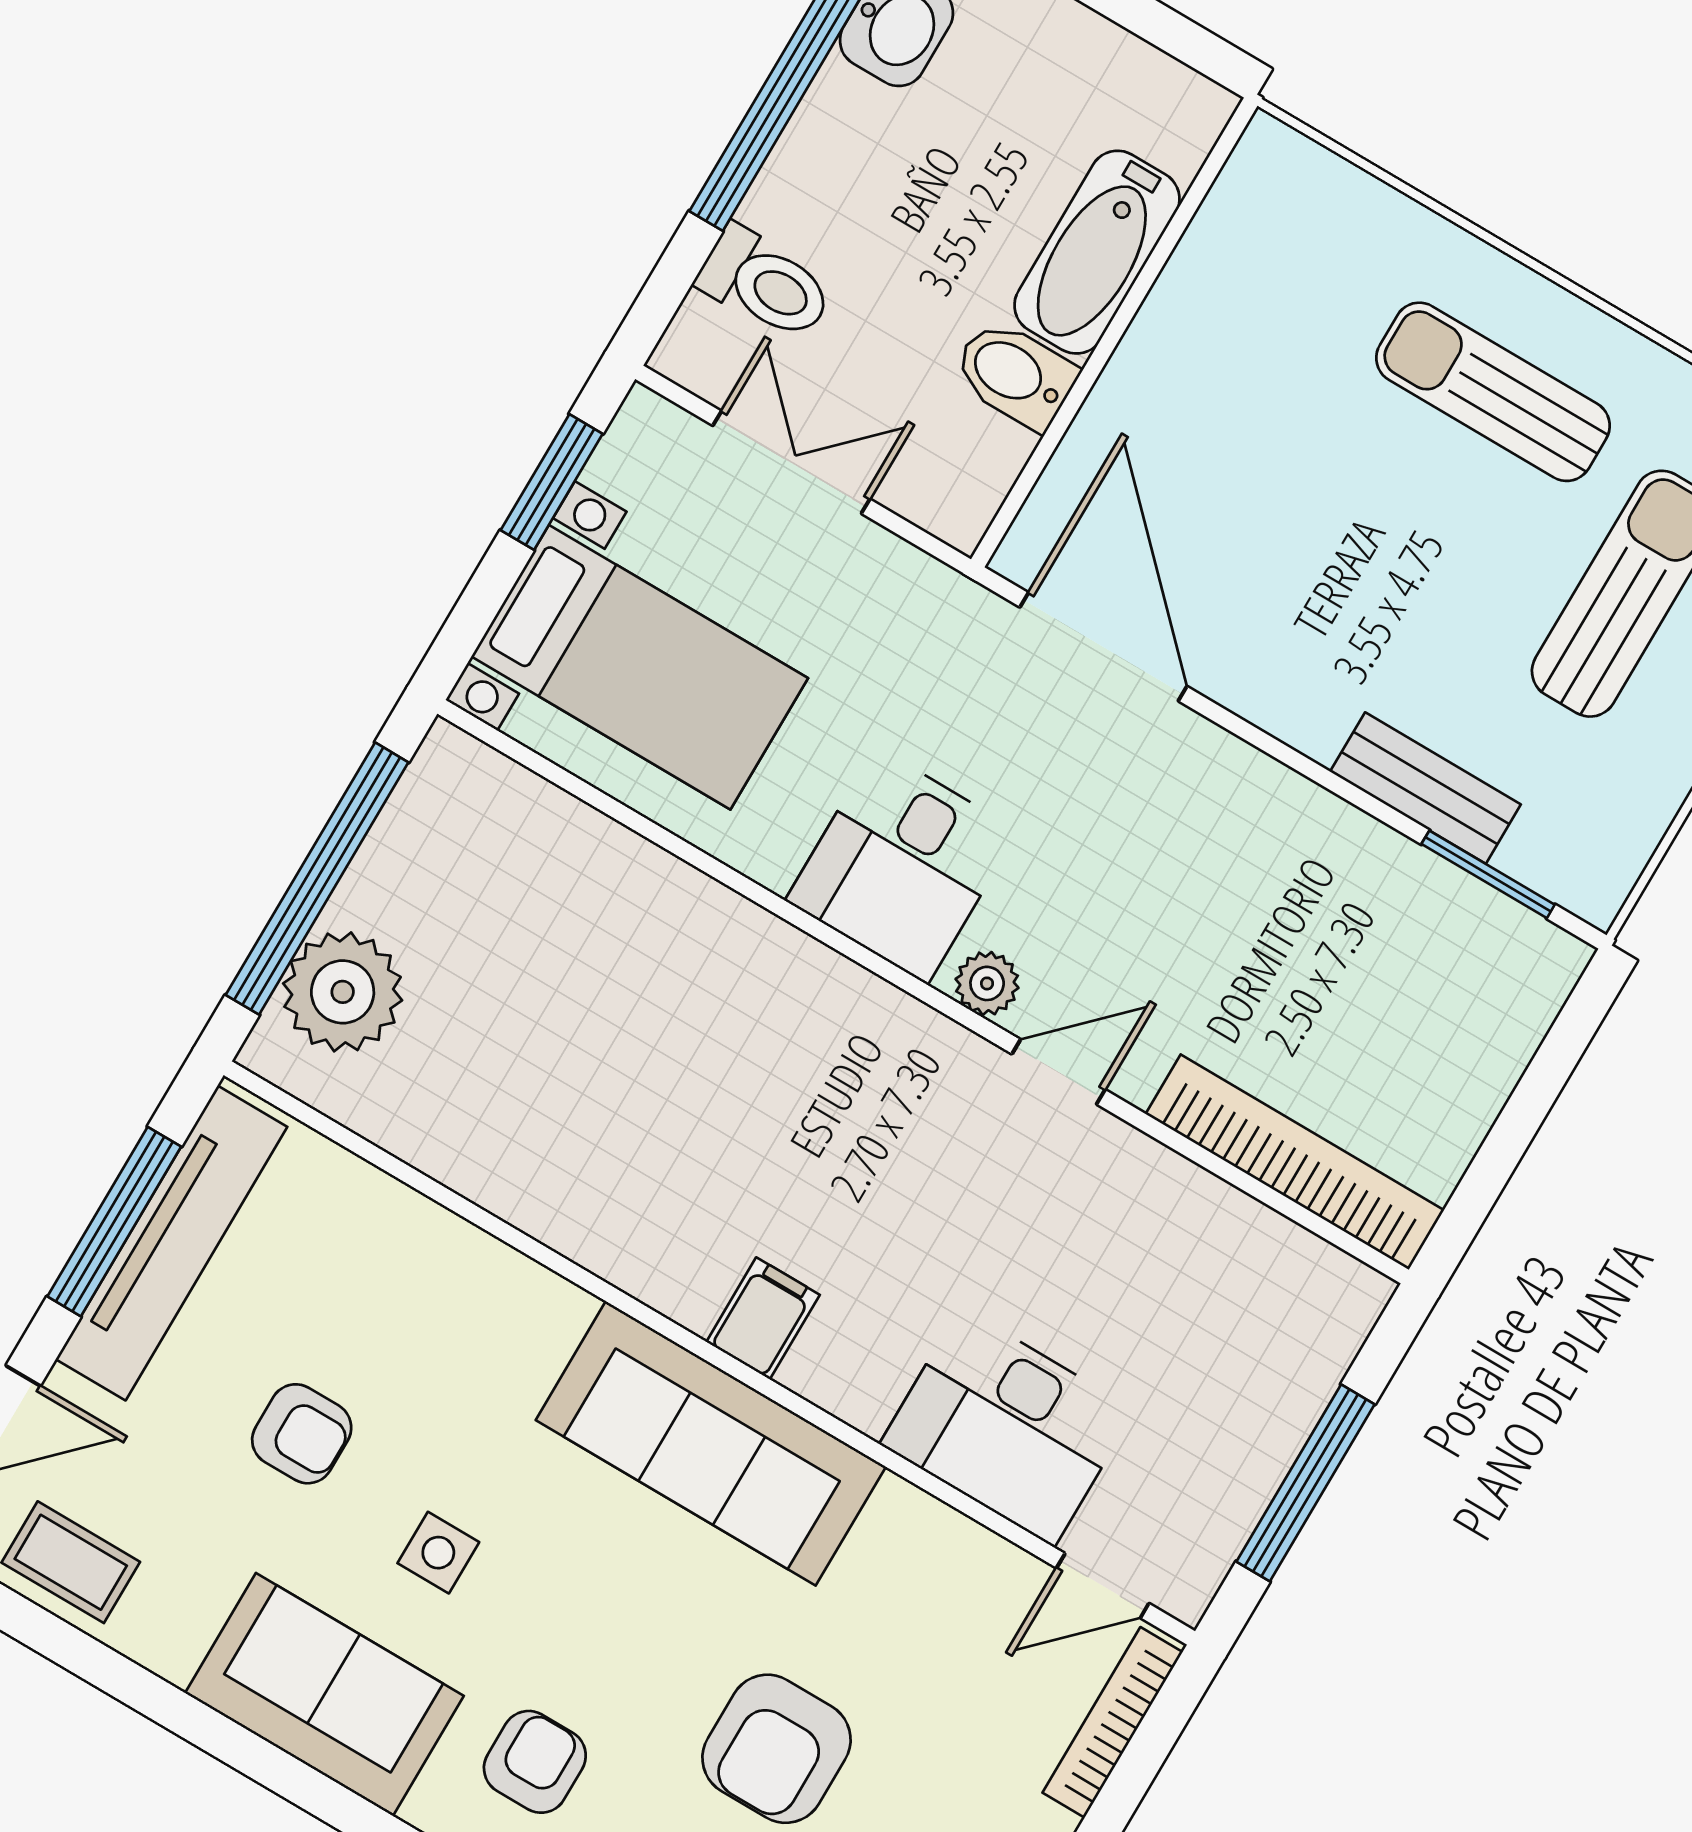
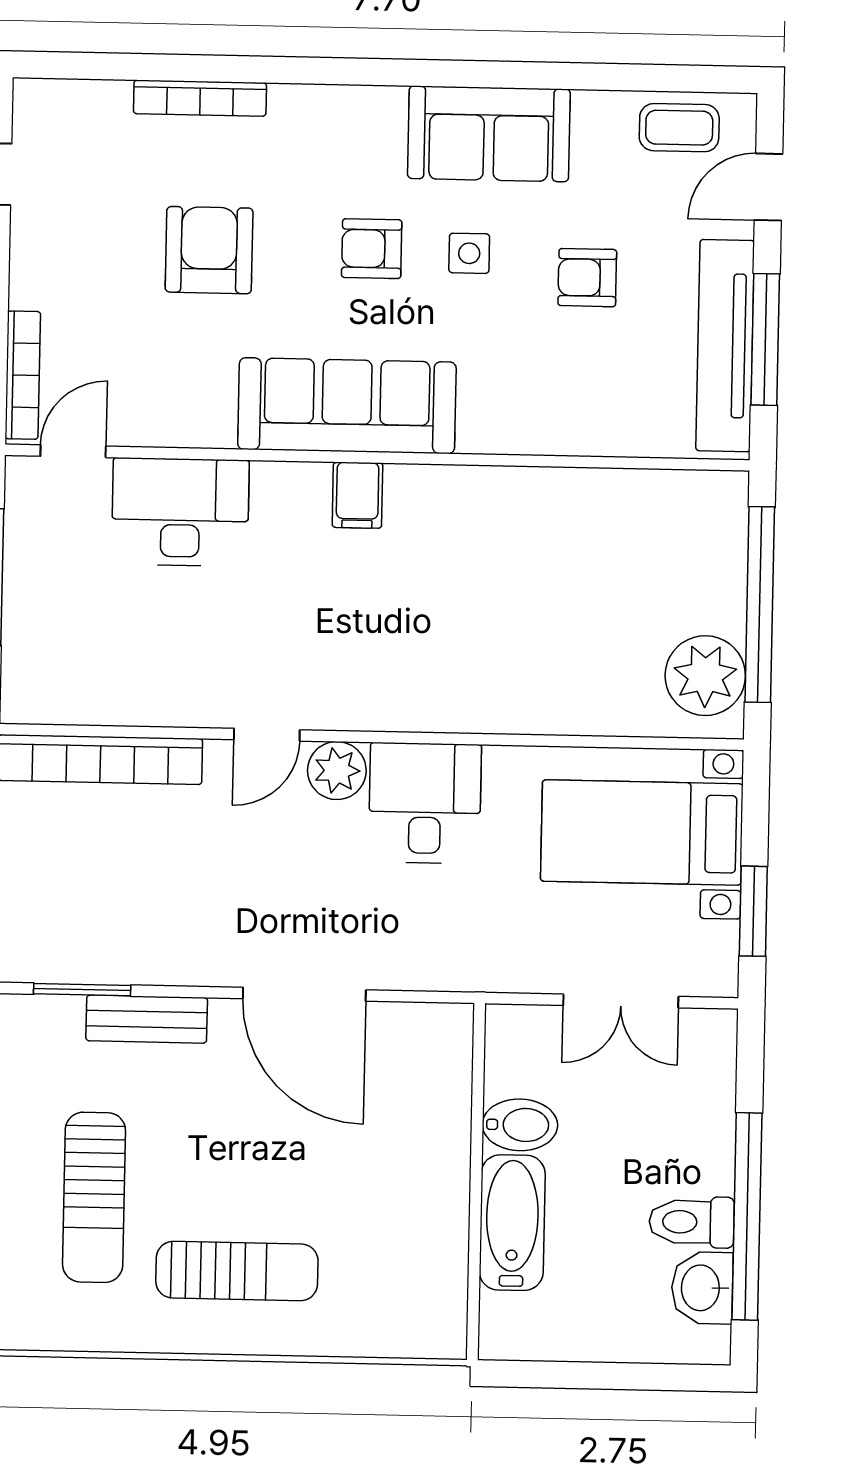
toilet: (765, 284) -> (692, 1222), moved
door: (1103, 647) -> (304, 994), moved
plant: (987, 983) -> (337, 771), width x1.38, depth x1.38
plant: (343, 992) -> (705, 676), moved
armchair: (535, 1762) -> (372, 249), moved, turned 90

